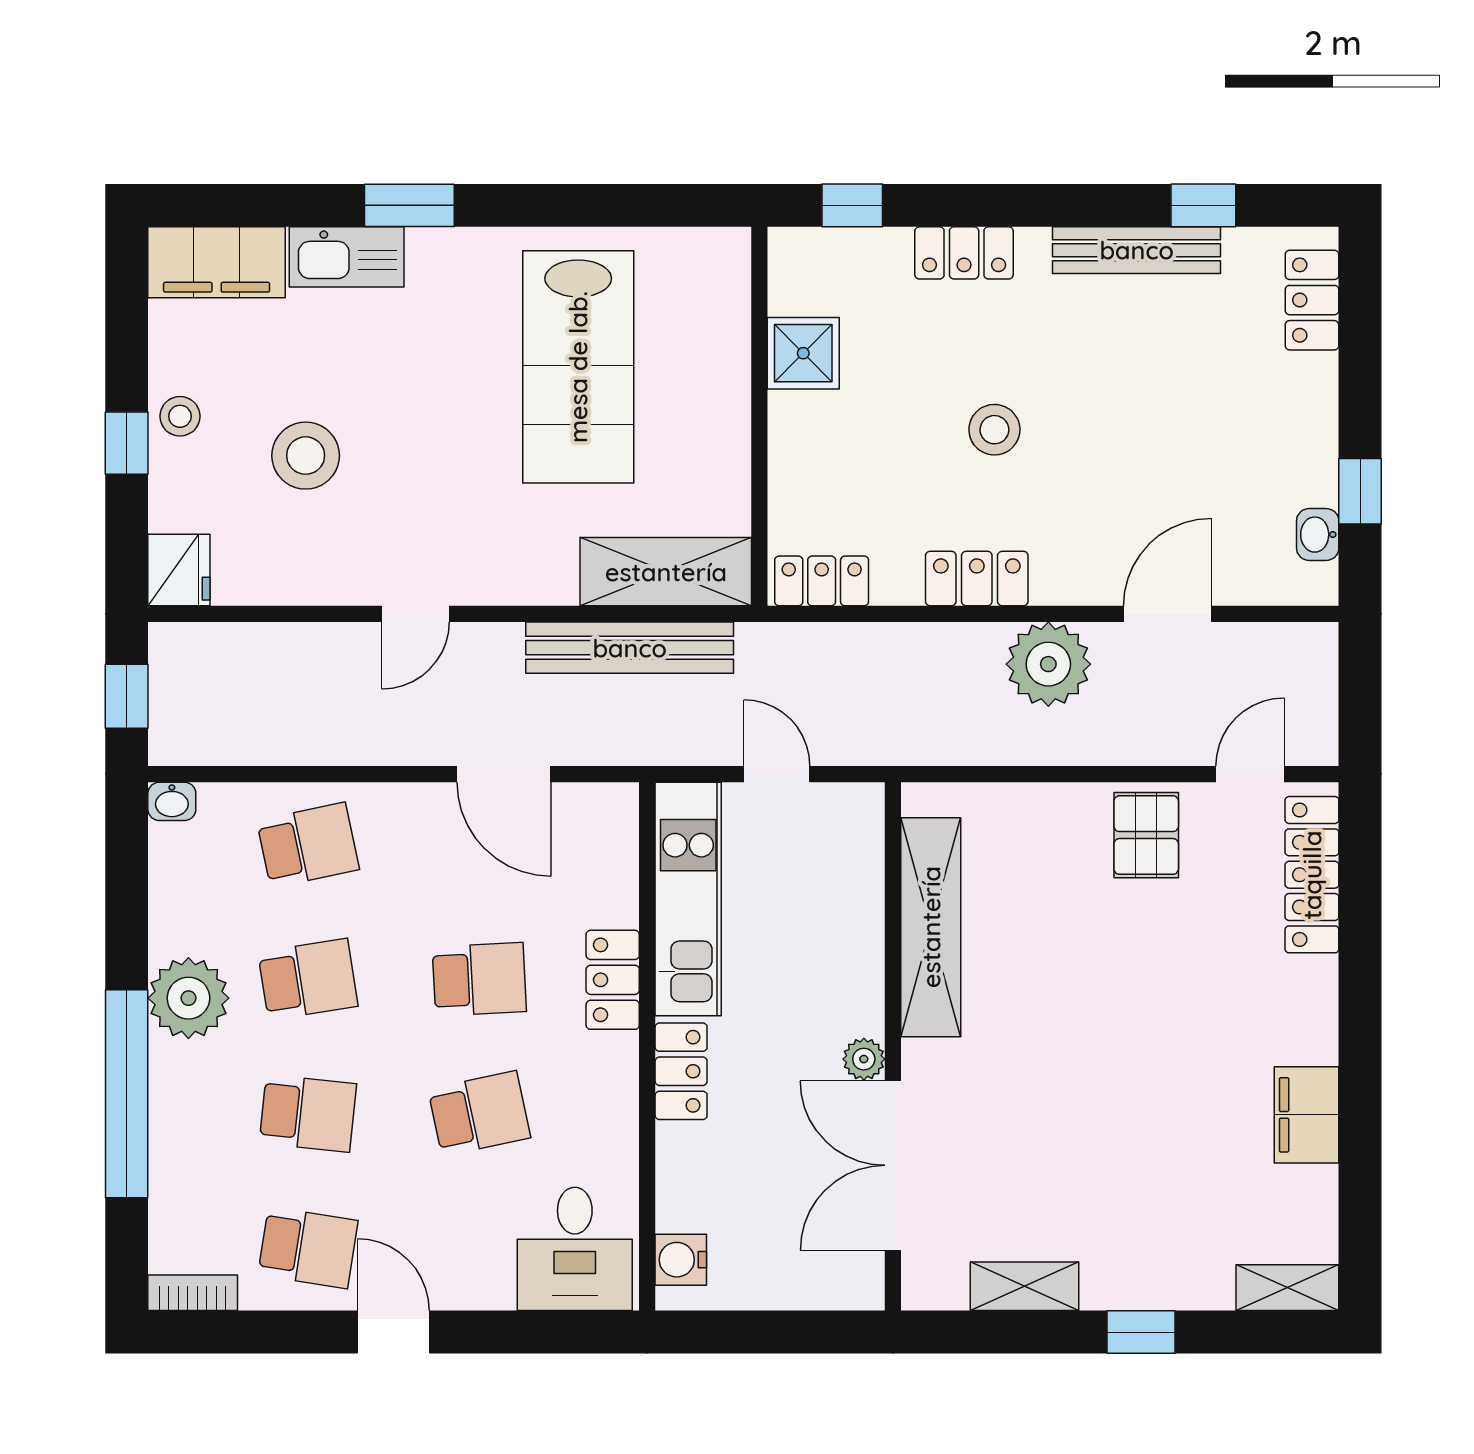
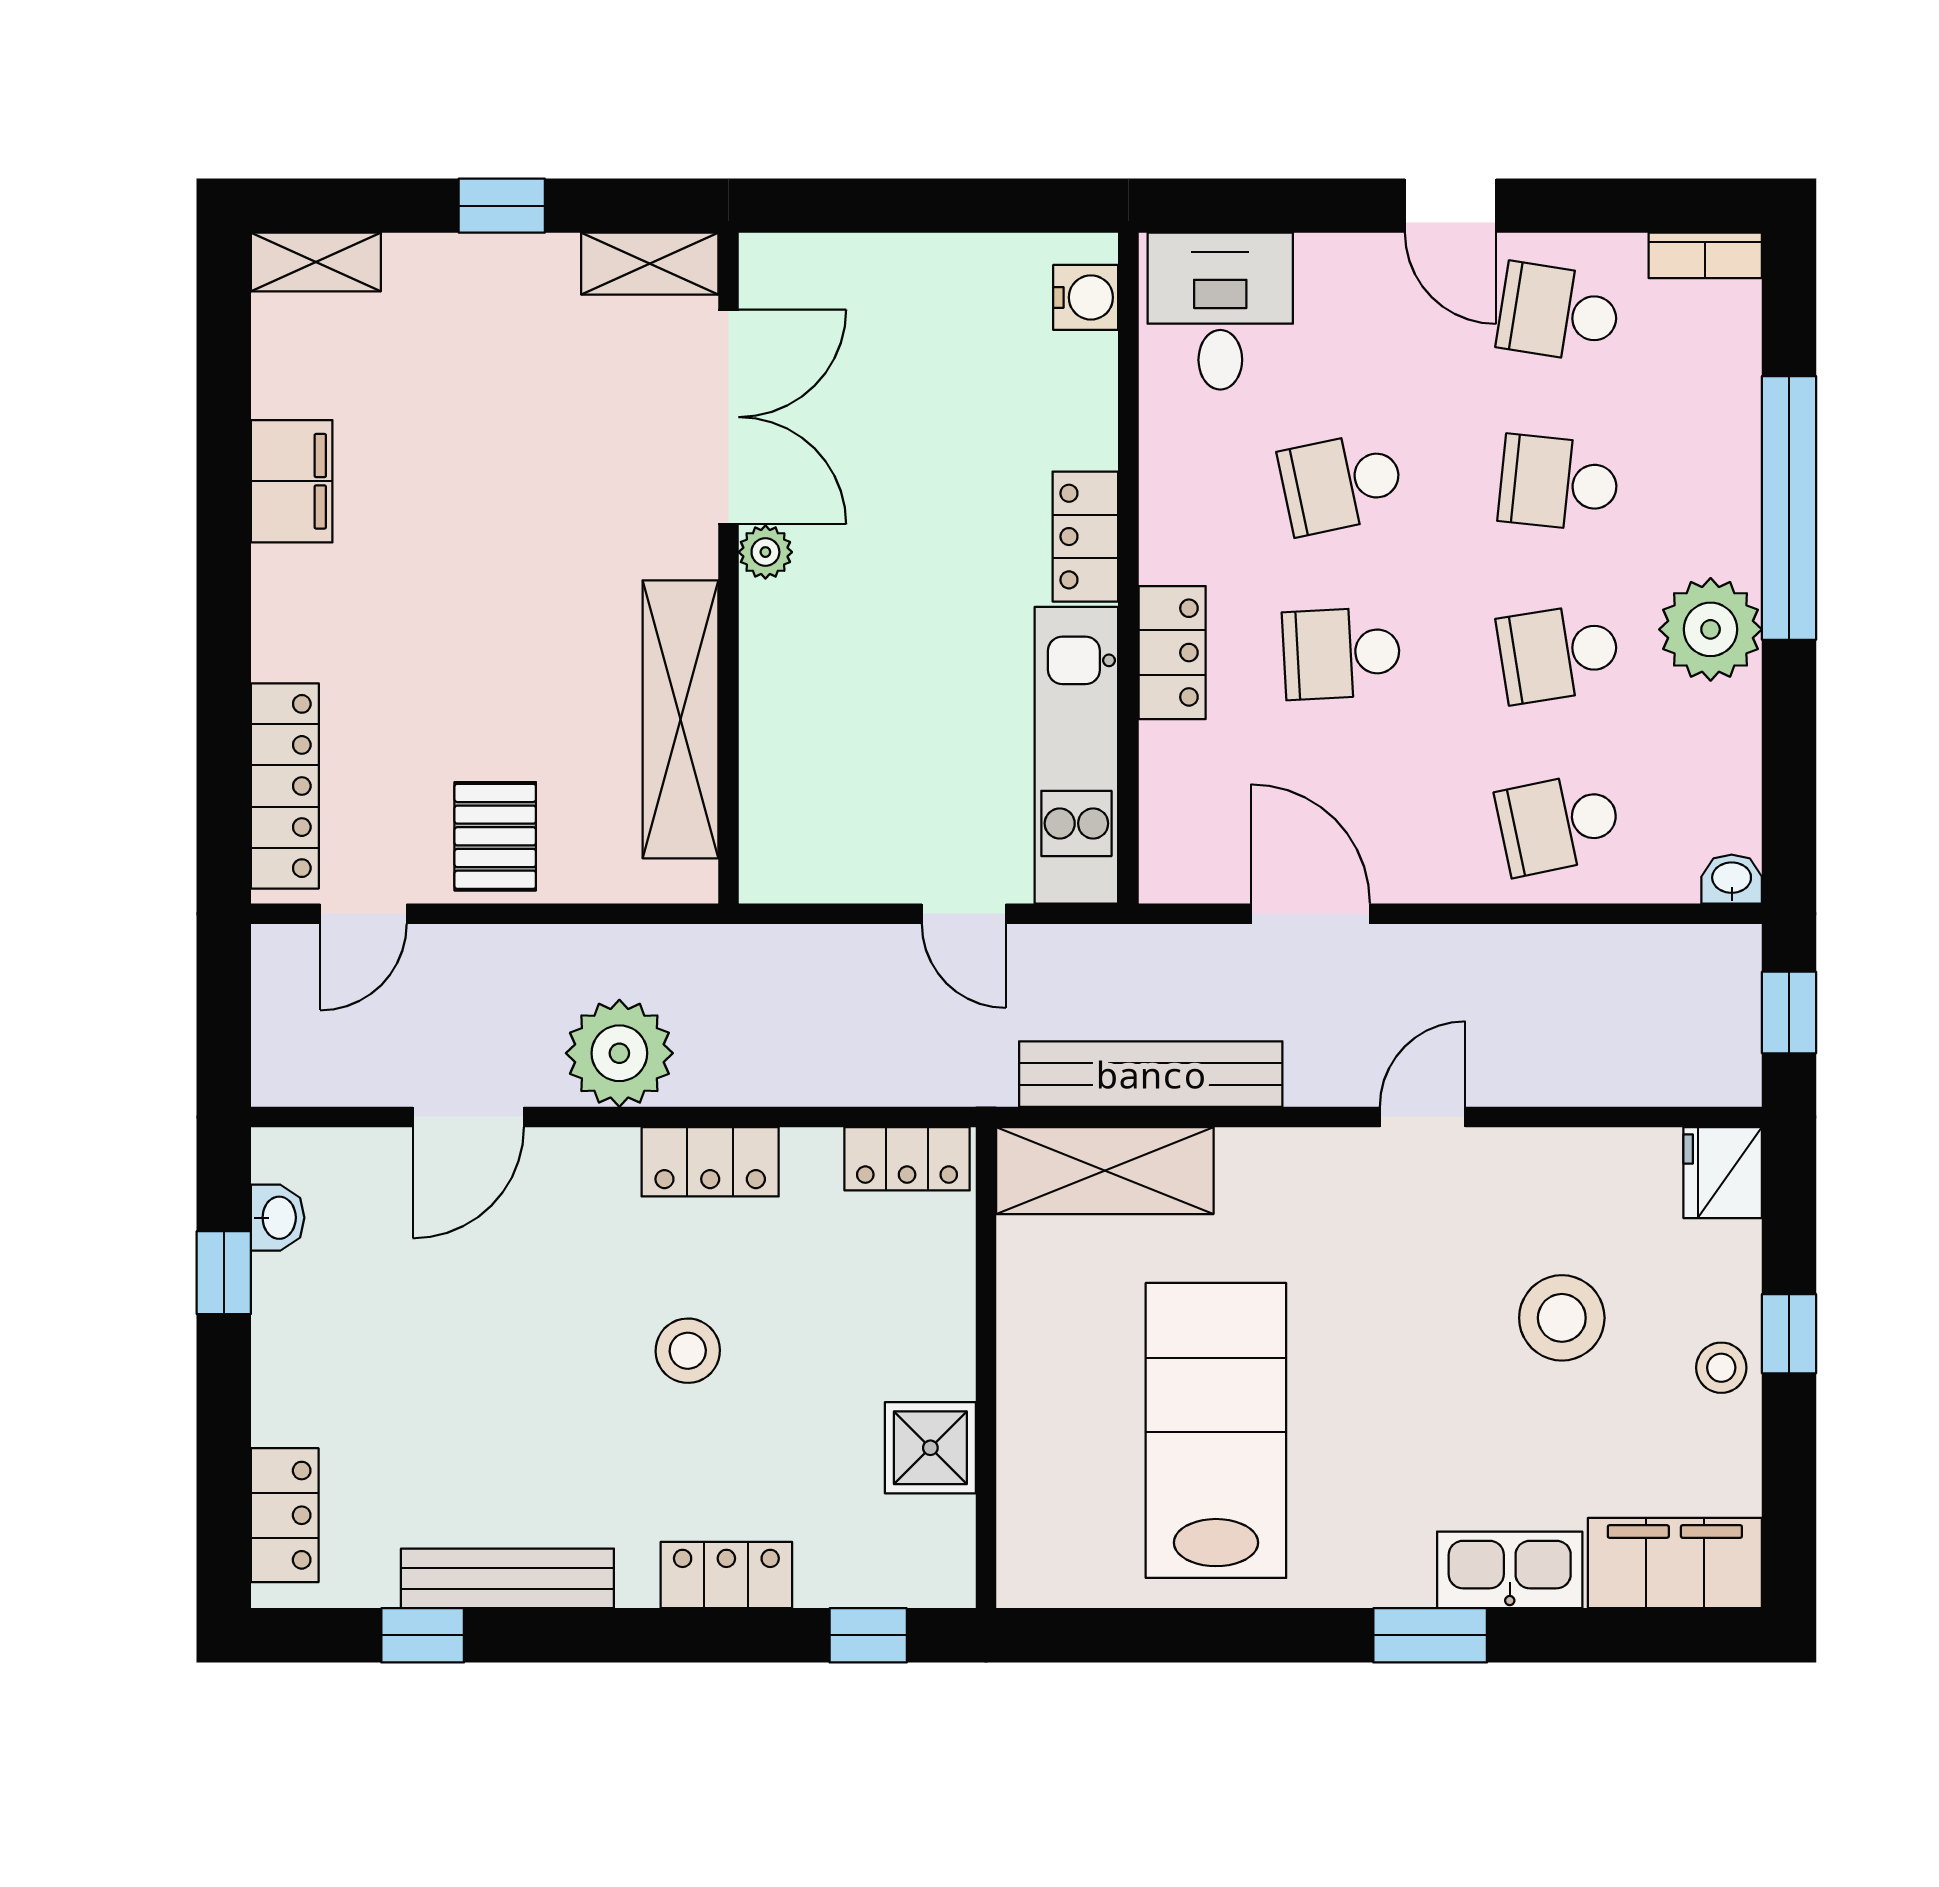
shelving: (931, 927) -> (681, 719), moved
wall: (893, 1046) -> (729, 568), moved
plant: (864, 1059) -> (765, 552), moved
double door: (893, 1165) -> (729, 417), moved

